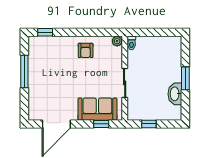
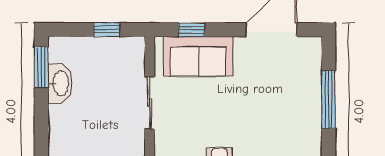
window: (24, 72) -> (329, 100), moved
window: (185, 78) -> (41, 67), moved

